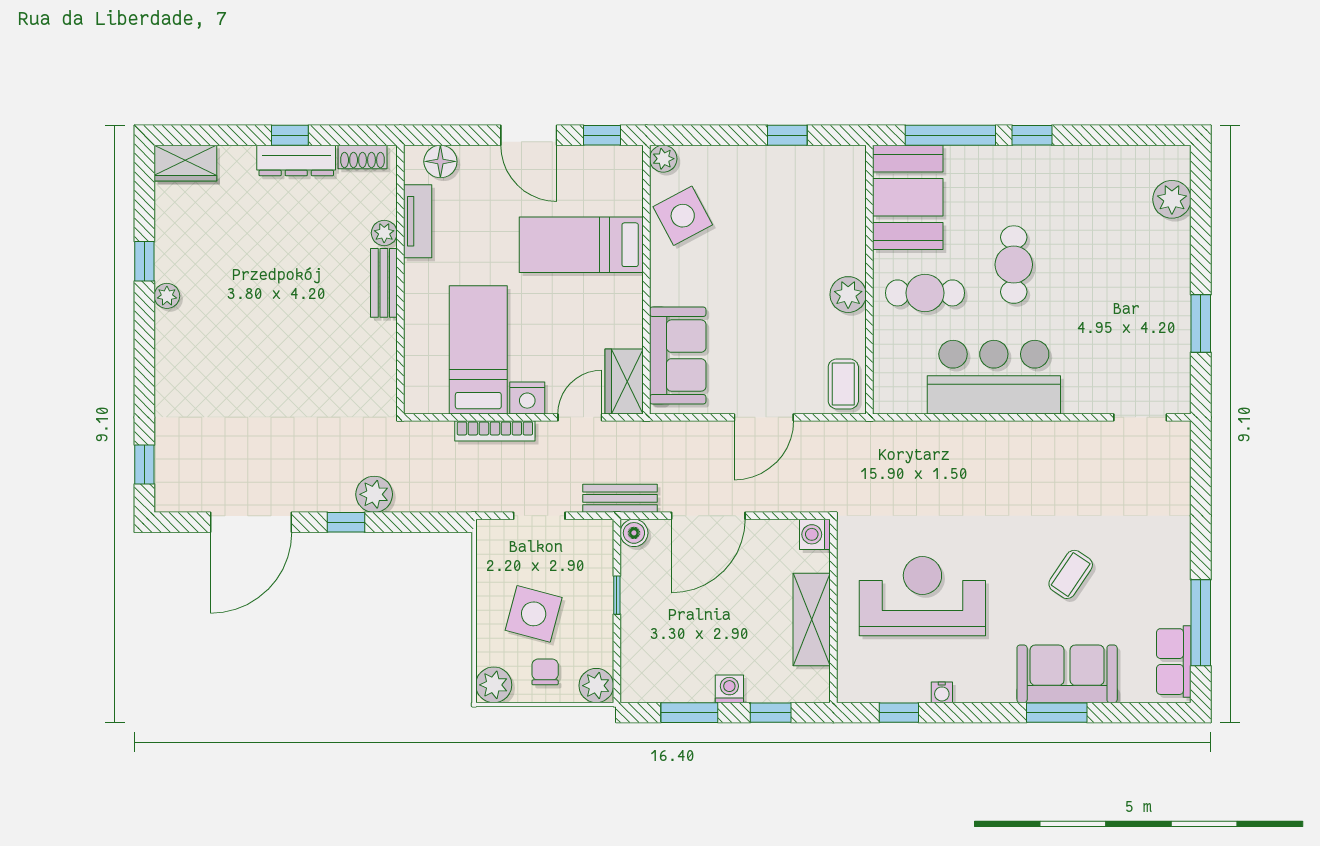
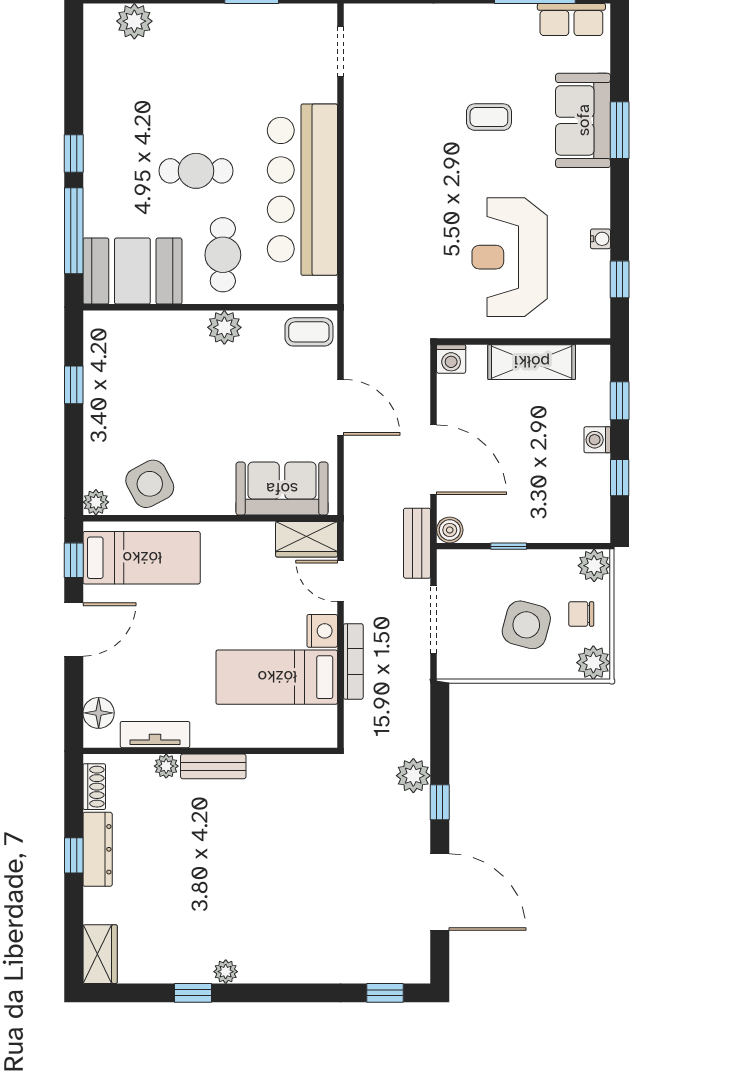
bed: (581, 245) -> (142, 558), moved, turned -90
bar counter: (994, 377) -> (302, 190), width x1.36
doorway: (539, 516) -> (434, 620), width x1.38
coffee table: (1071, 574) -> (489, 117), turned -34
window: (689, 713) -> (620, 478), width x0.67

